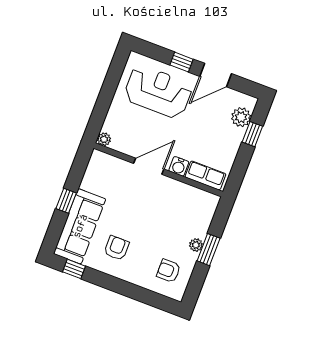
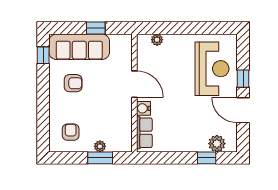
door: (149, 166) -> (134, 84), moved
water cooler: (179, 166) -> (143, 108), moved
wall: (158, 170) -> (134, 93), moved
row of seats: (205, 175) -> (144, 133), moved

